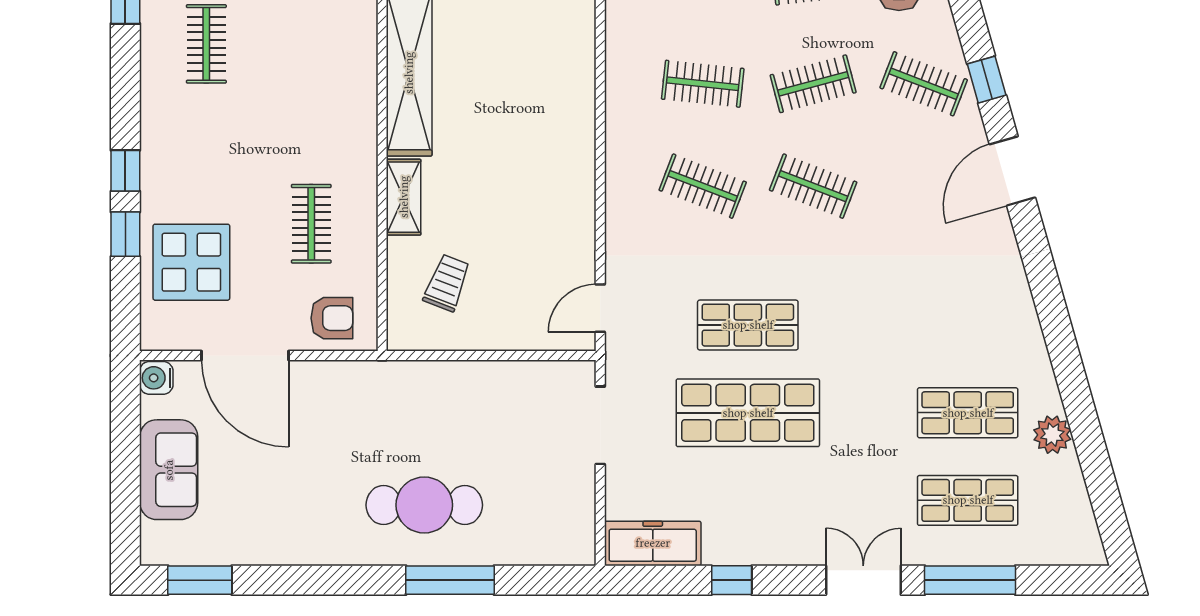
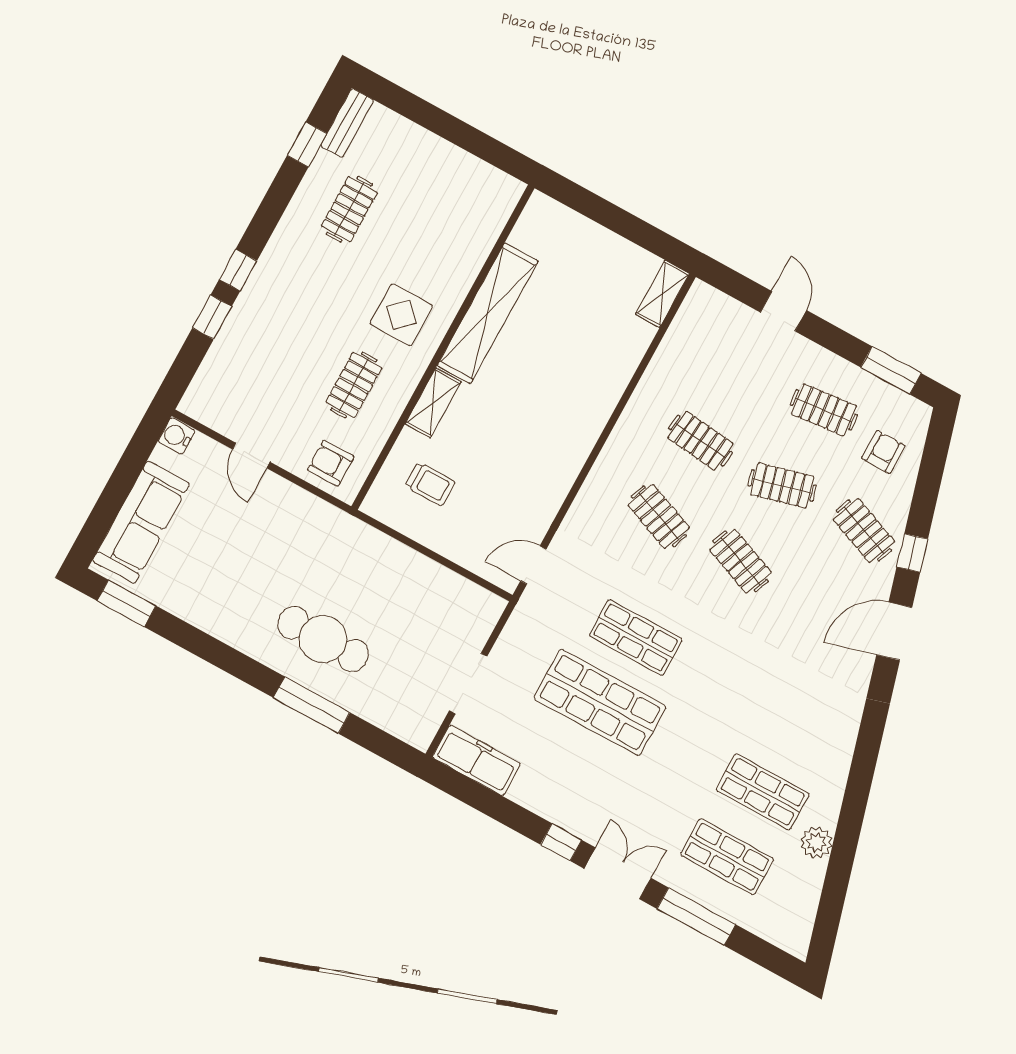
display table: (191, 262) -> (401, 315), moved, width x0.73, depth x0.73
trolley: (447, 283) -> (430, 484), turned 69
armchair: (332, 318) -> (331, 463), turned 180
door: (245, 356) -> (251, 456), width x0.53
doorway: (600, 425) -> (468, 684), moved
sofa: (169, 470) -> (141, 522), width x1.36
window: (732, 580) -> (561, 842), moved

